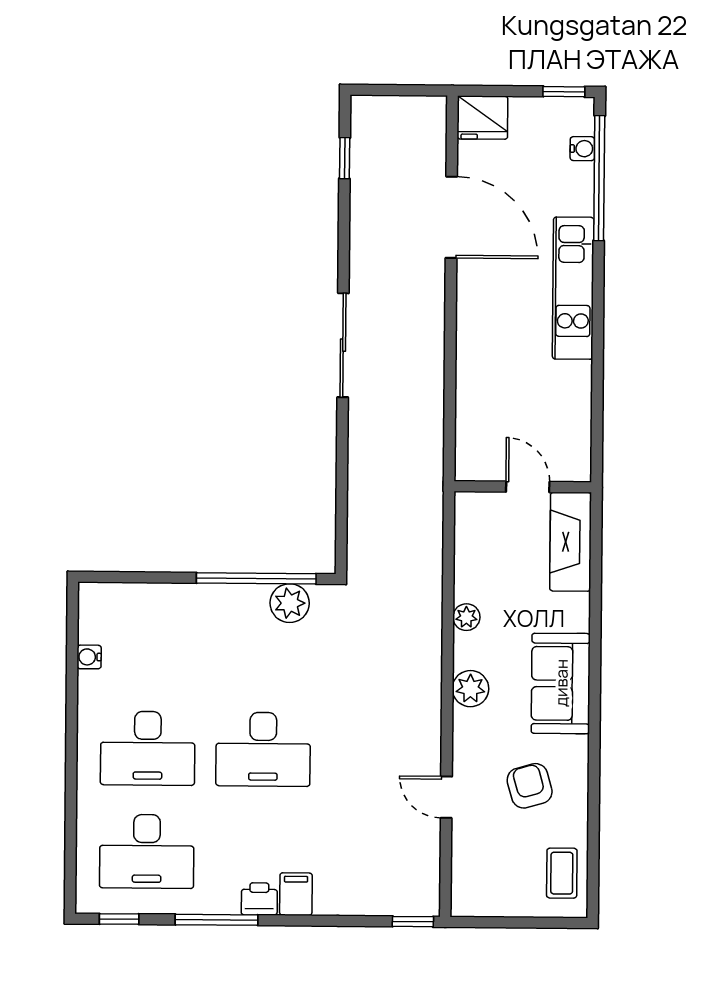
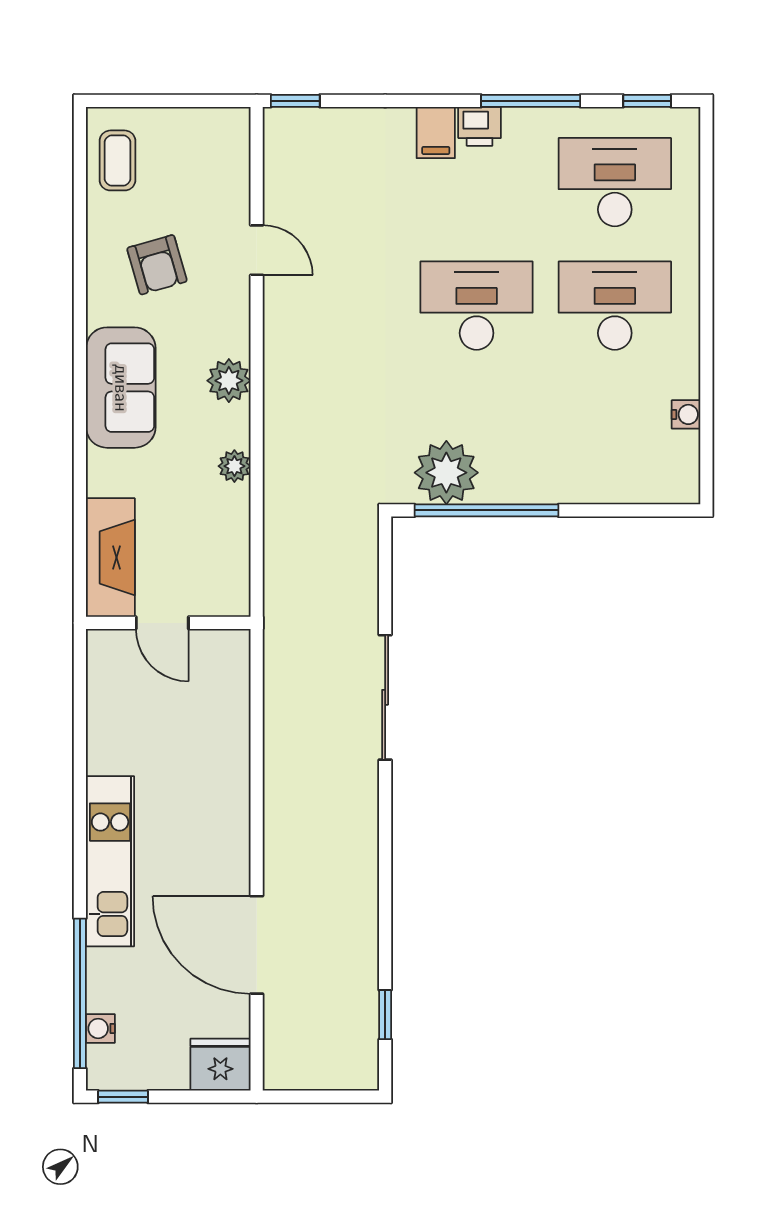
sliding door: (343, 345) -> (385, 697), moved
plant: (290, 603) -> (446, 473), width x1.36, depth x1.36

